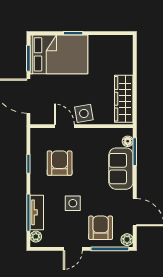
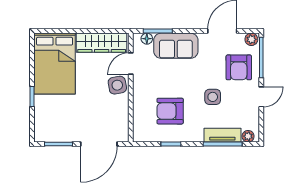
bed: (59, 54) -> (55, 64), moved, turned 180
door: (64, 126) -> (131, 64), moved
armchair: (101, 228) -> (239, 67), turned -90
door: (73, 249) -> (261, 97), hinge flipped

